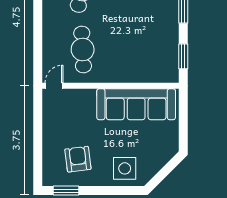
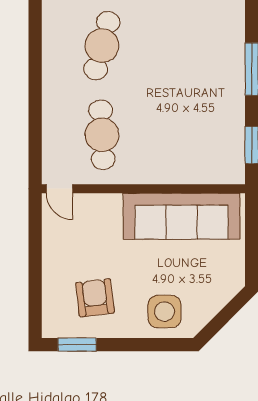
door: (54, 86) -> (59, 189), swing flipped

